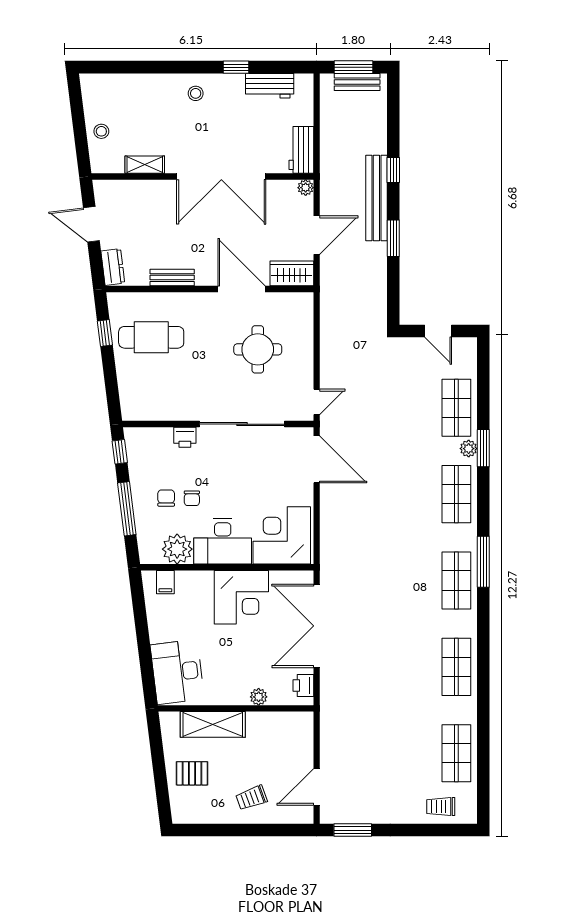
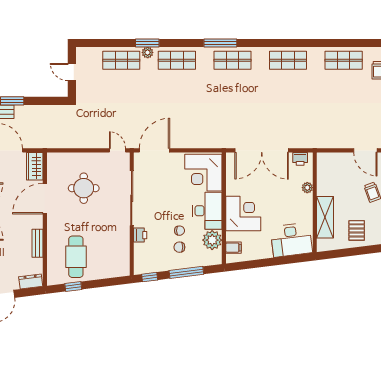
door: (438, 331) -> (72, 72), swing flipped
corner desk: (241, 597) -> (243, 213), moved

